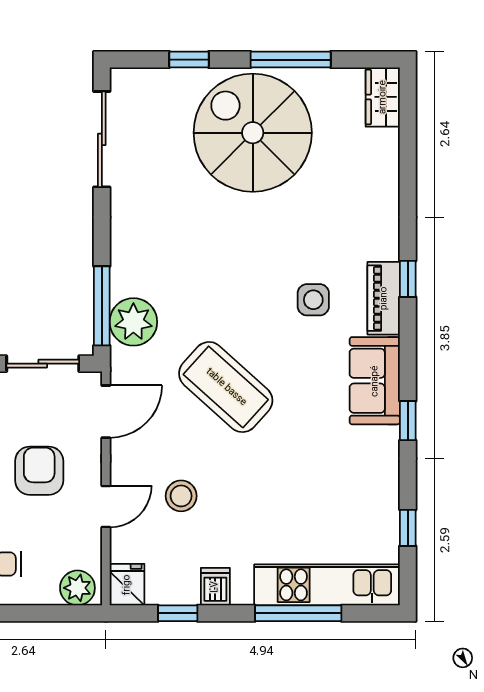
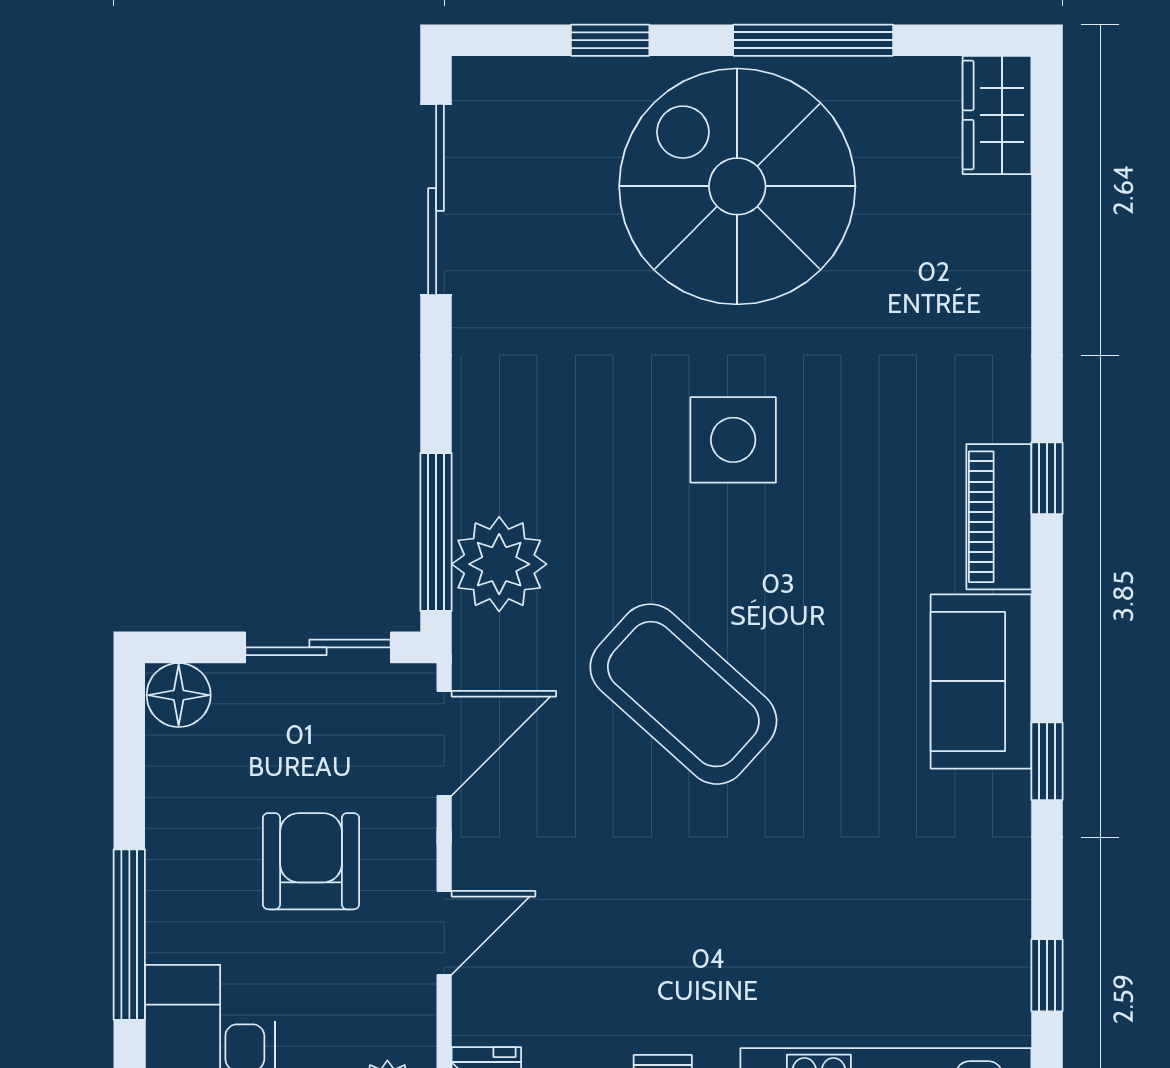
side table: (313, 300) -> (733, 440), moved, width x1.37, depth x1.37
stool: (181, 496) -> (594, 912), removed

